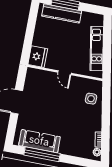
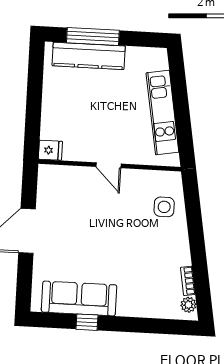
fridge: (38, 57) -> (50, 150), width x0.53, depth x0.75
window: (42, 154) -> (87, 322), width x0.32

